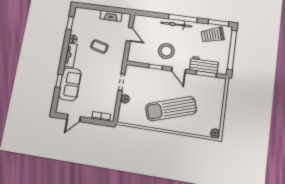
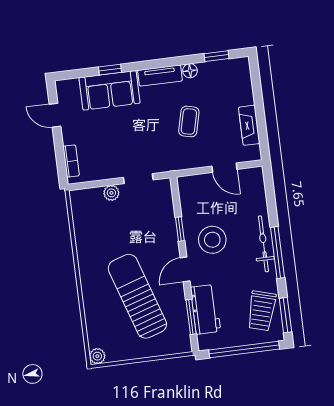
door: (129, 34) -> (224, 168), hinge flipped
trolley: (213, 35) -> (262, 311), turned -147
sun lounger: (171, 109) -> (137, 296), moved

